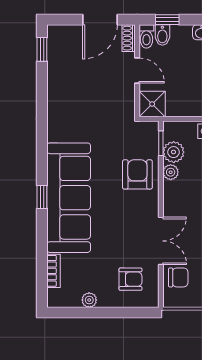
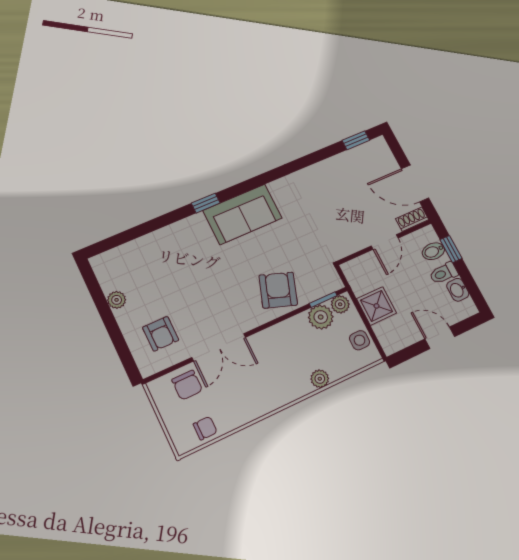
toilet: (146, 36) -> (444, 273), moved
shower: (152, 104) -> (377, 306), moved
plant: (171, 172) -> (340, 304), moved
armchair: (137, 174) -> (278, 290), turned -71
sofa: (69, 198) -> (243, 214), width x0.54, depth x0.79
bookcase: (53, 271) -> (132, 248), removed

